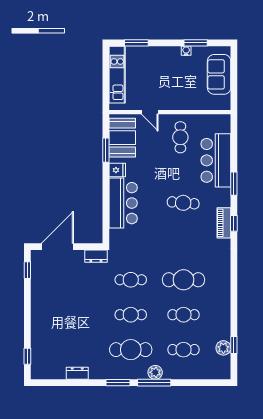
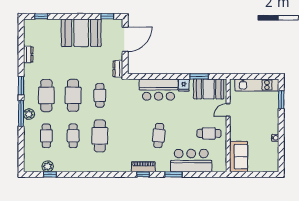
window: (196, 43) -> (281, 145), removed
sofa: (219, 74) -> (239, 157), moved, turned 90
door: (57, 247) -> (125, 39), hinge flipped
booth: (49, 304) -> (81, 33), added
cafe table: (131, 315) -> (73, 95), width x1.37, depth x1.35

